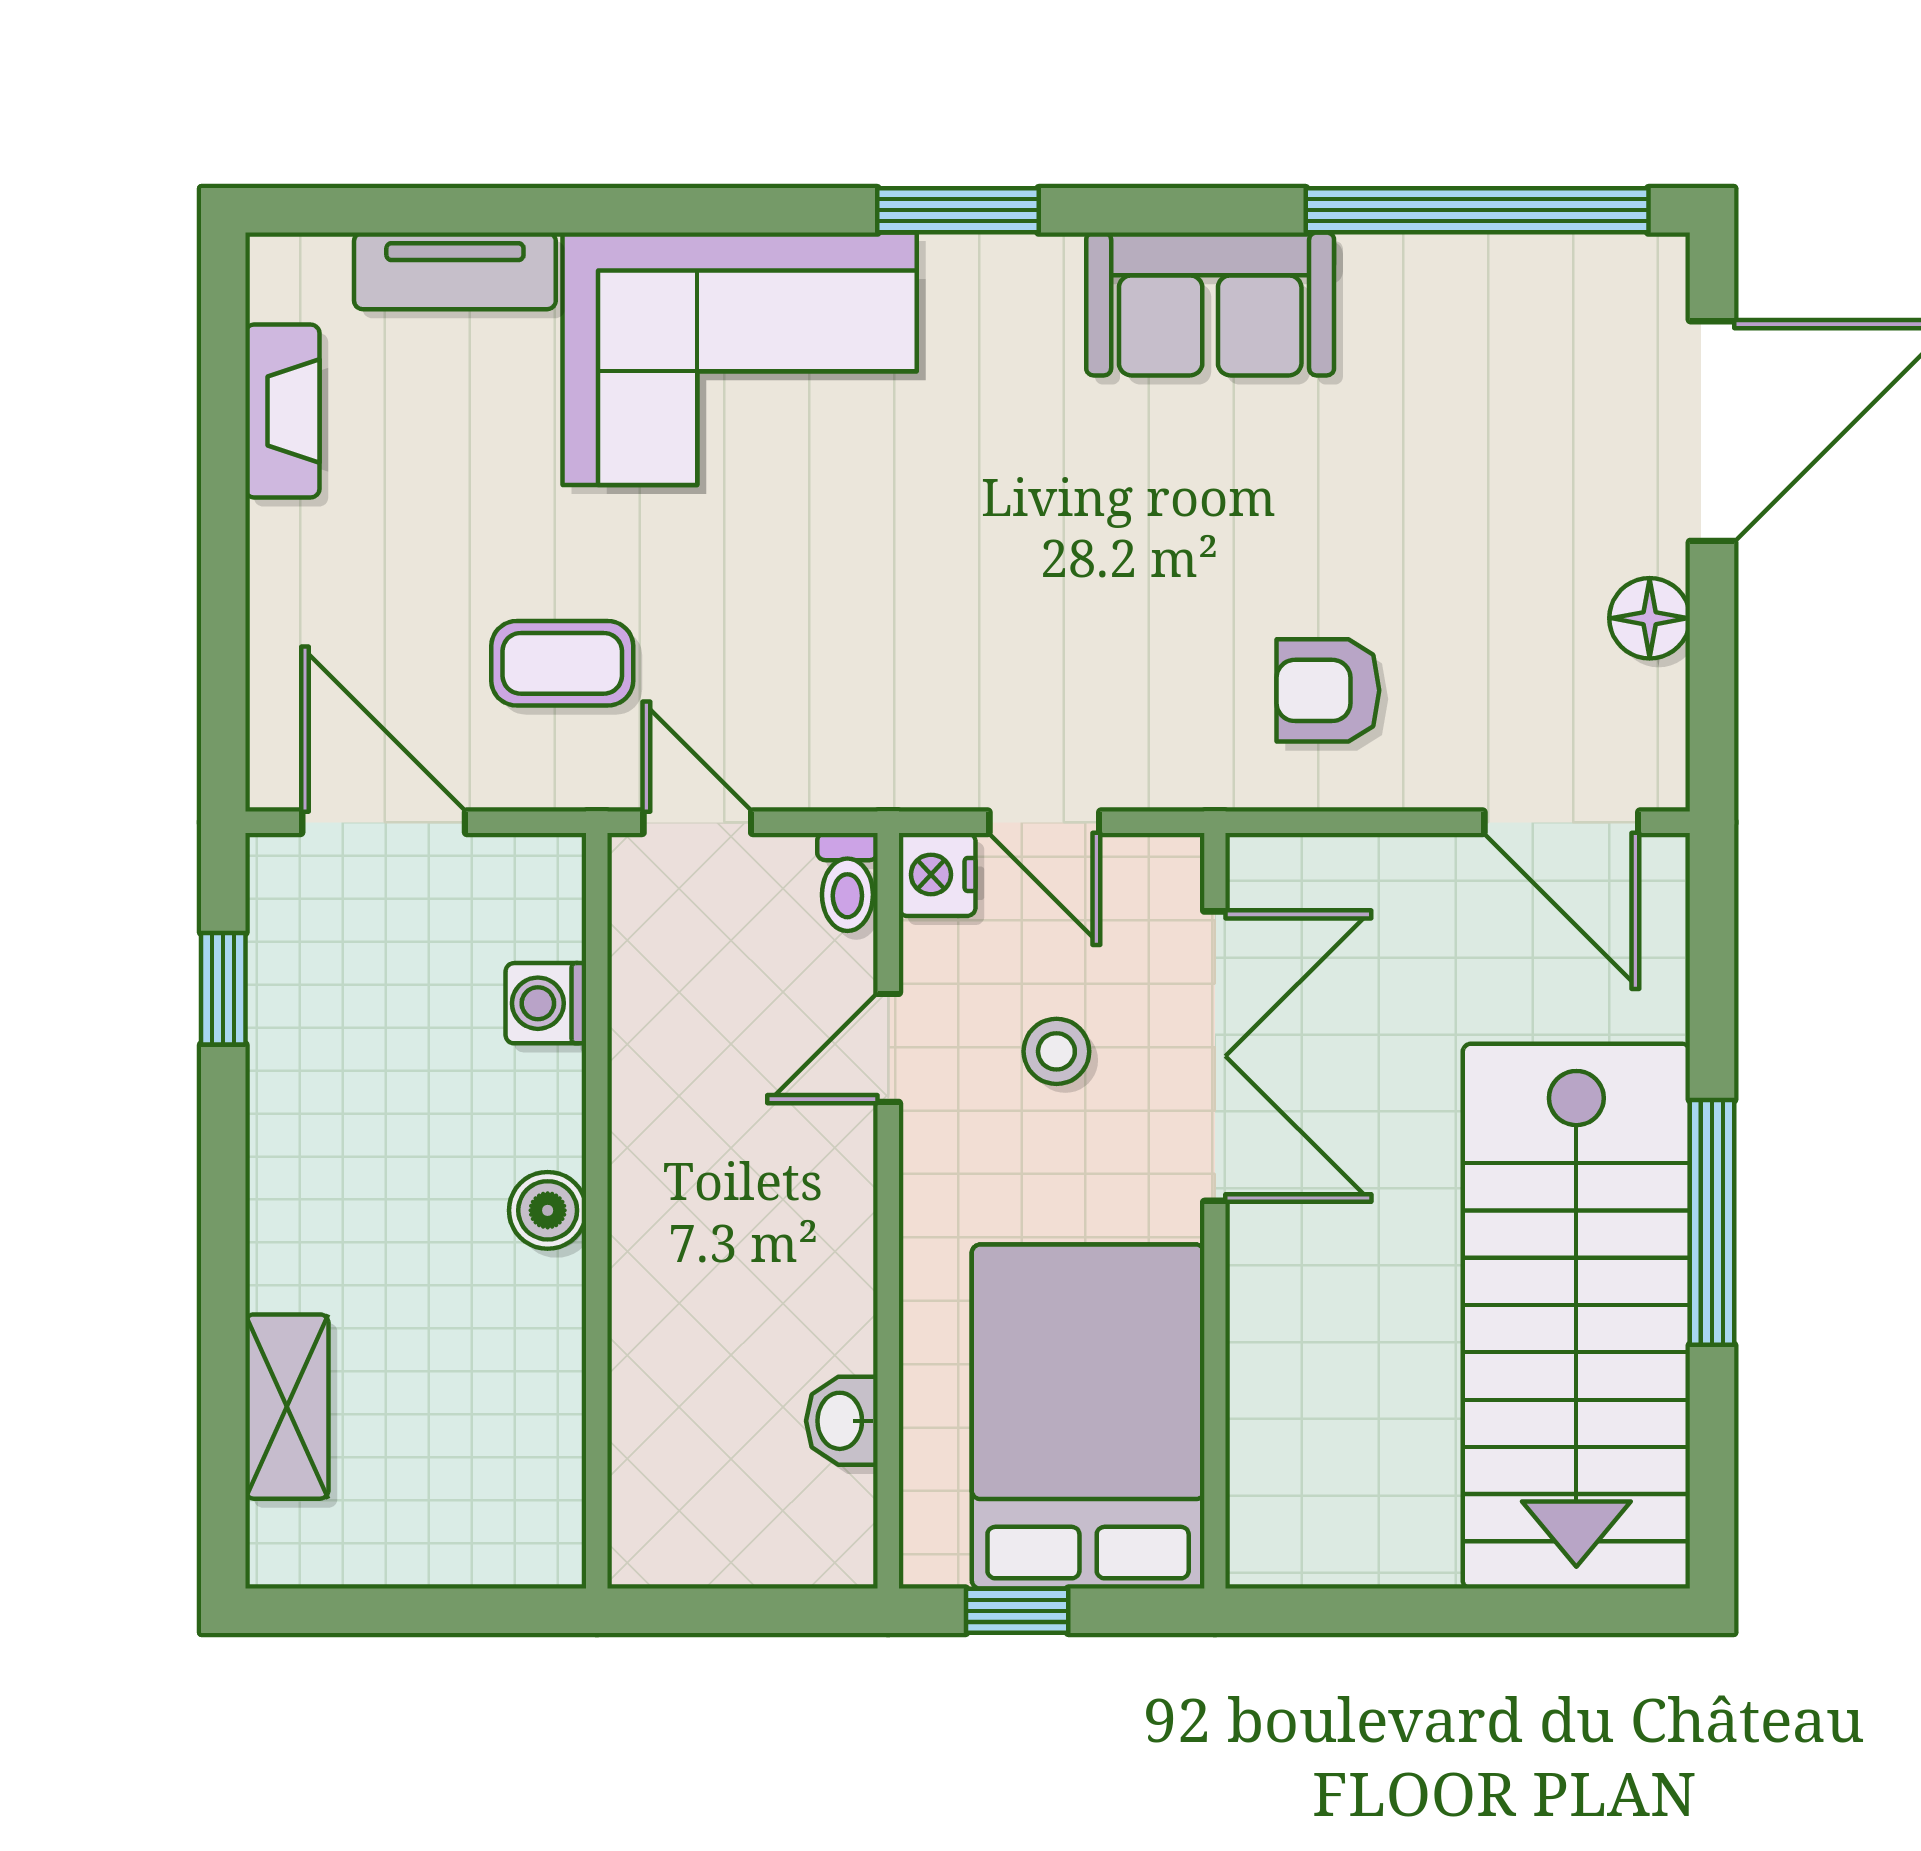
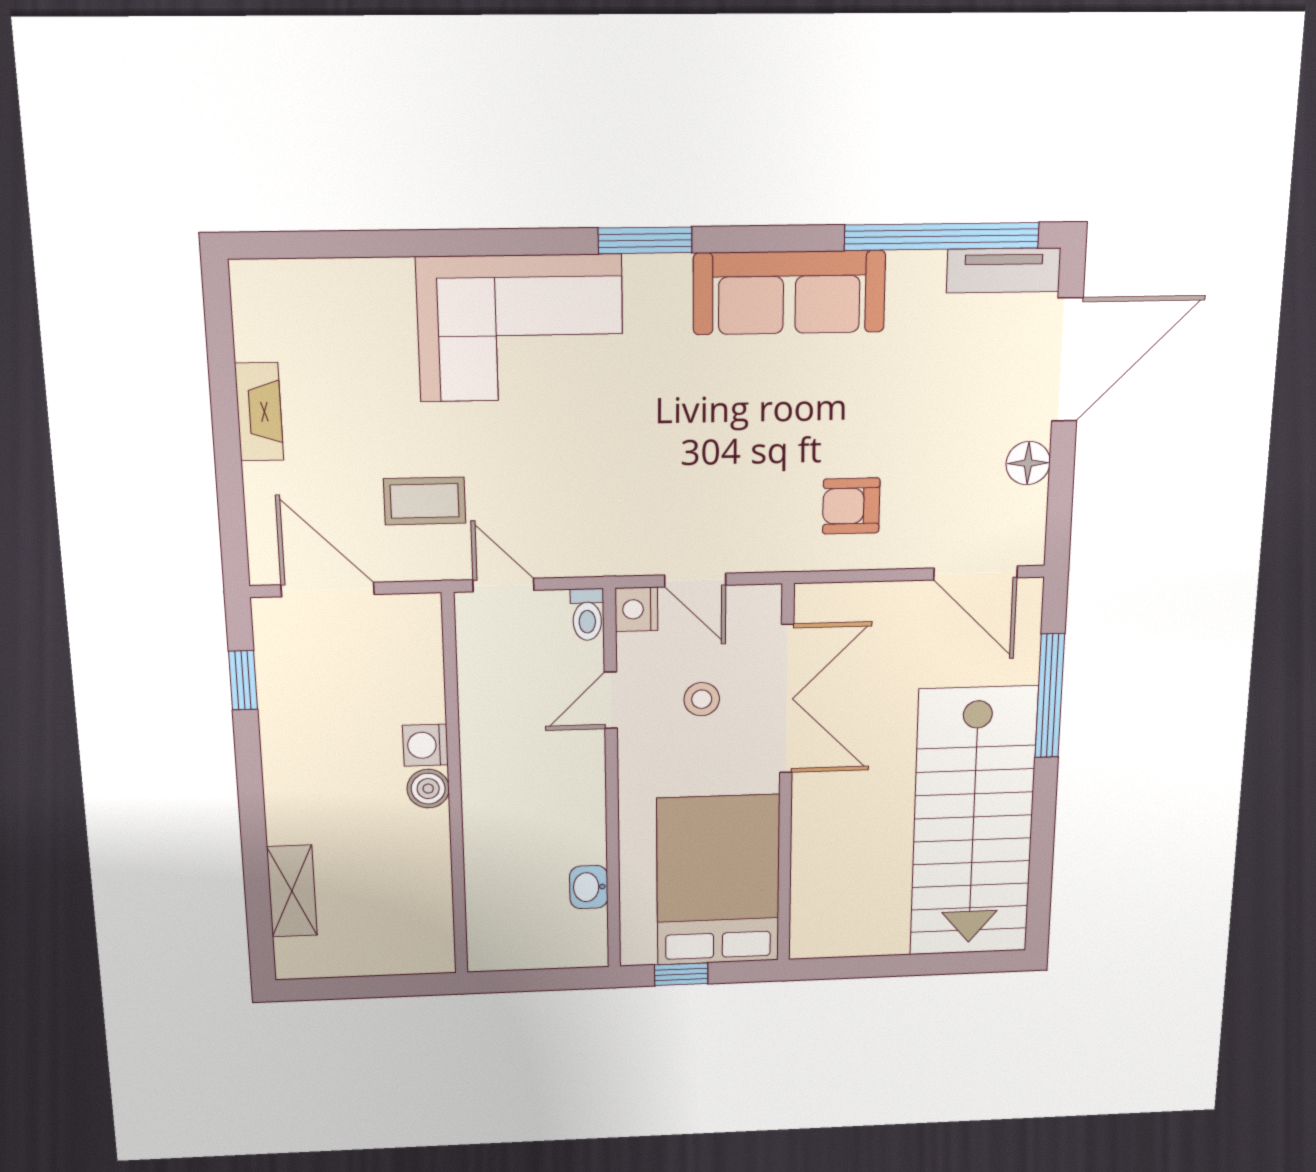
tv unit: (455, 271) -> (1004, 270), moved
sofa: (1210, 304) -> (789, 293), width x1.36
fireplace: (282, 411) -> (259, 412), moved
washing machine: (546, 1003) -> (425, 745), moved
window: (1712, 1222) -> (1050, 696), moved

